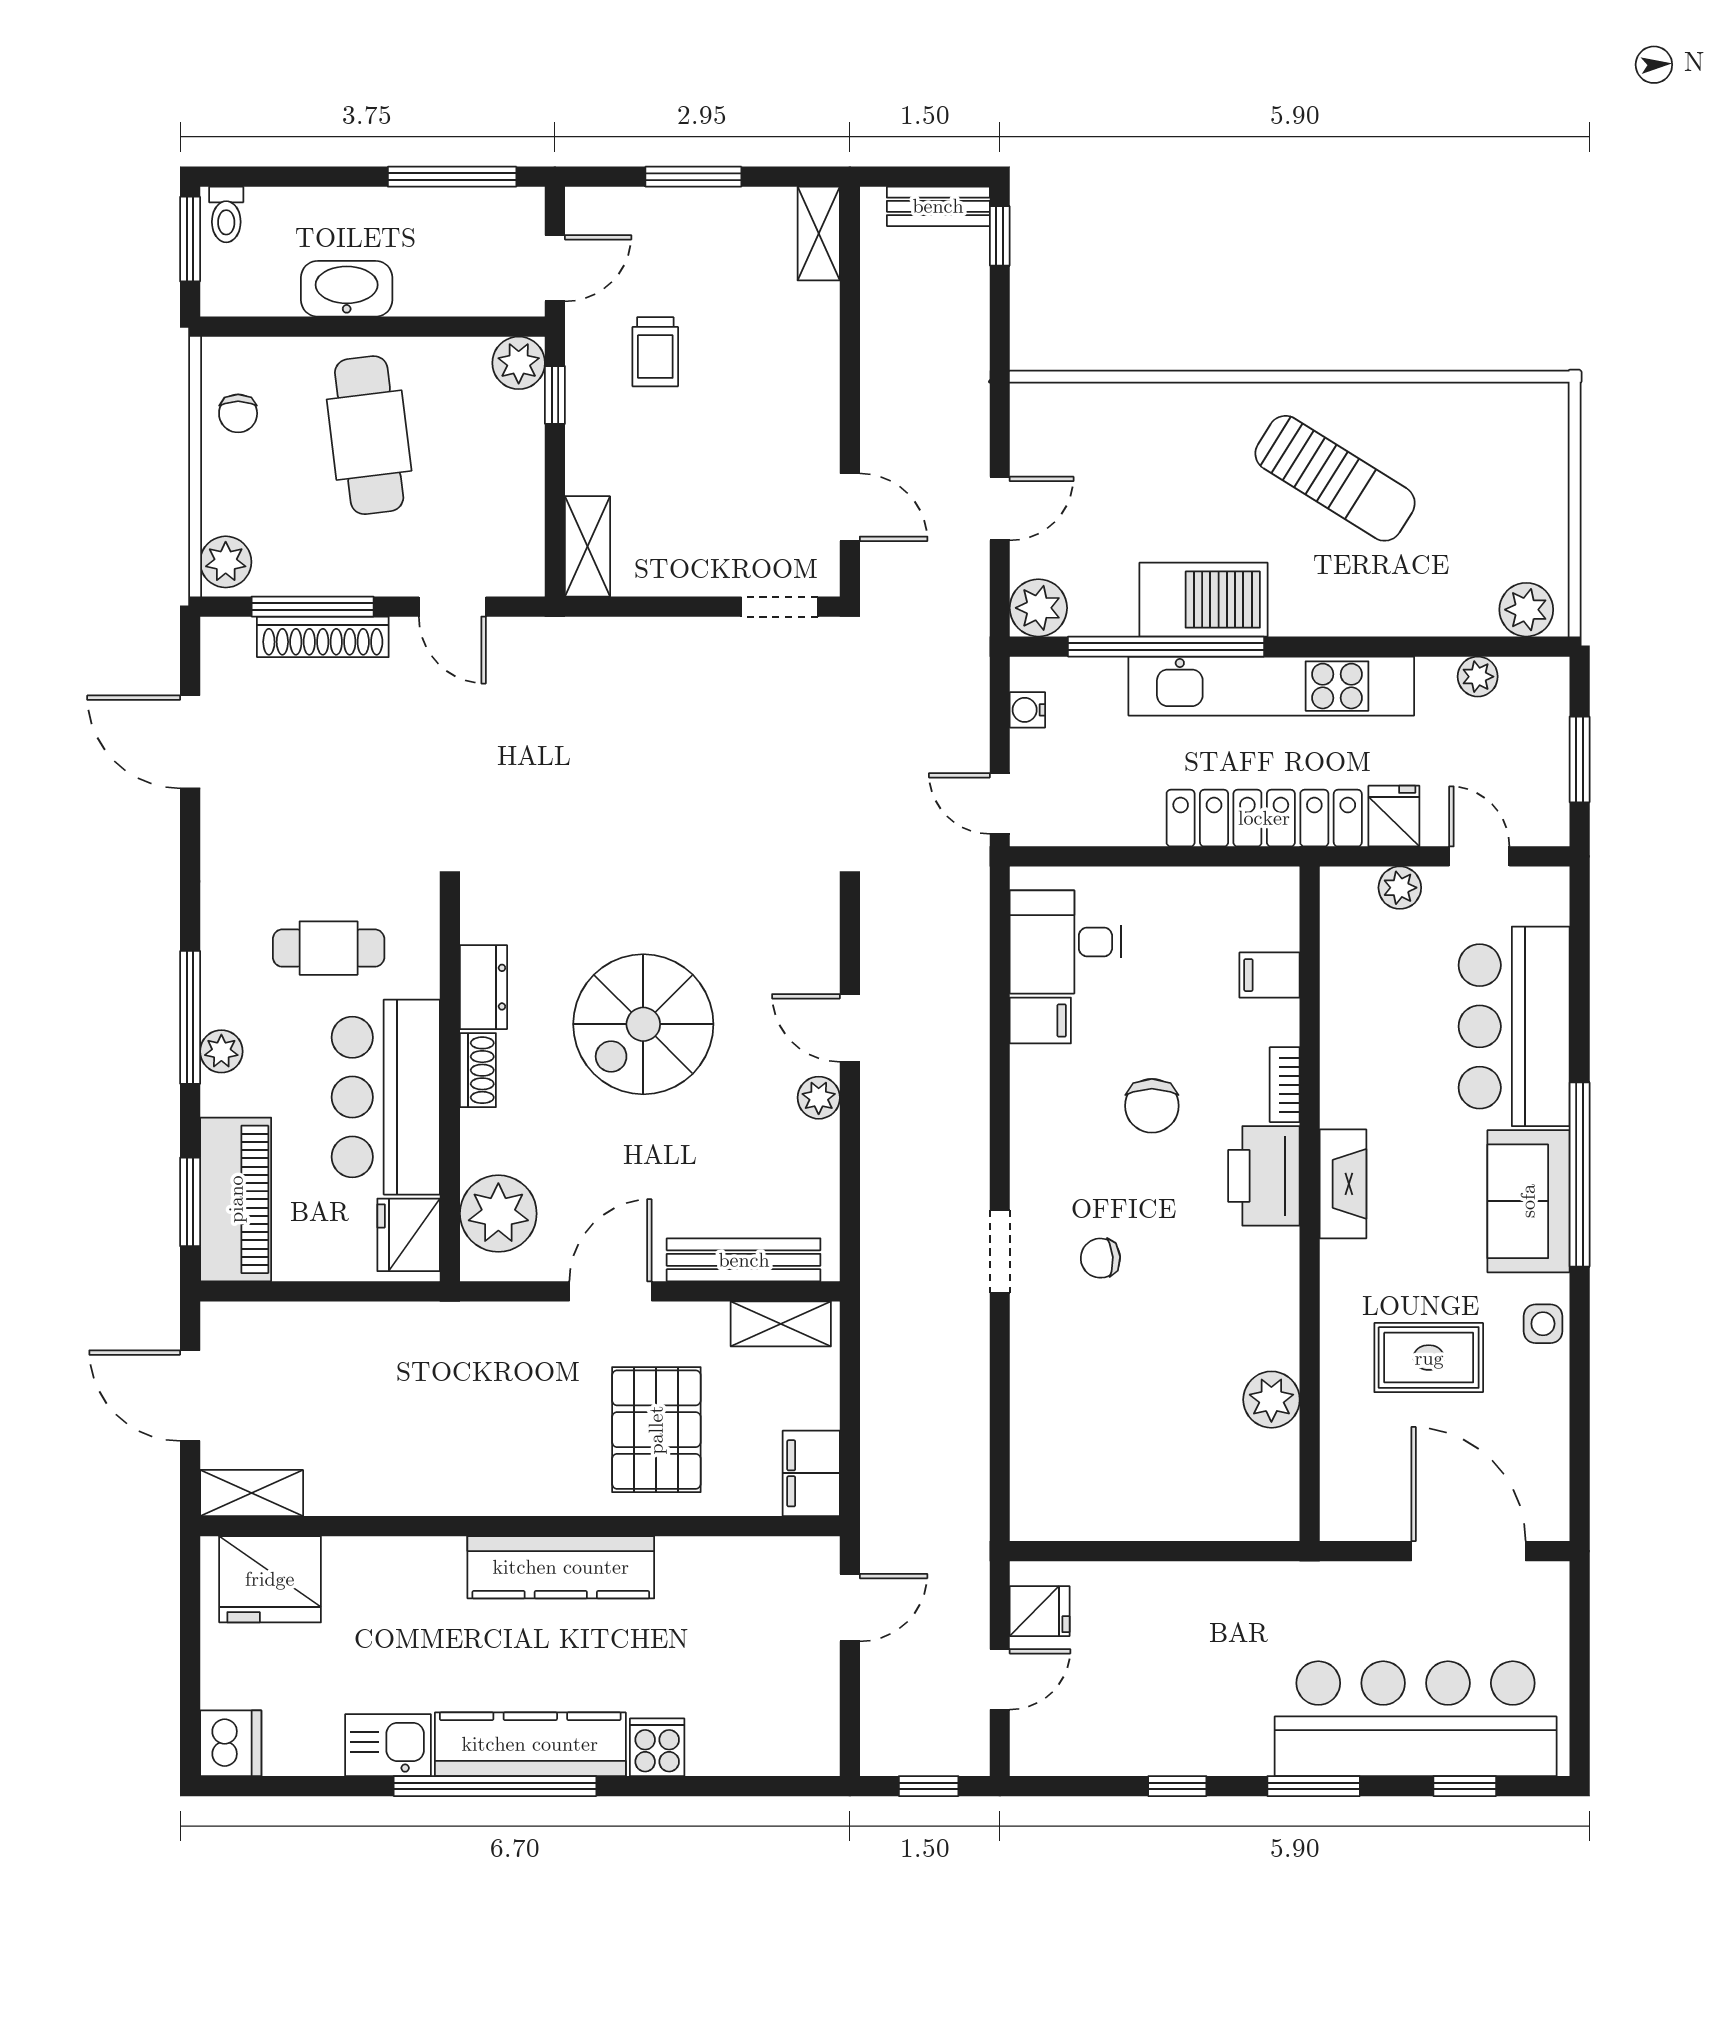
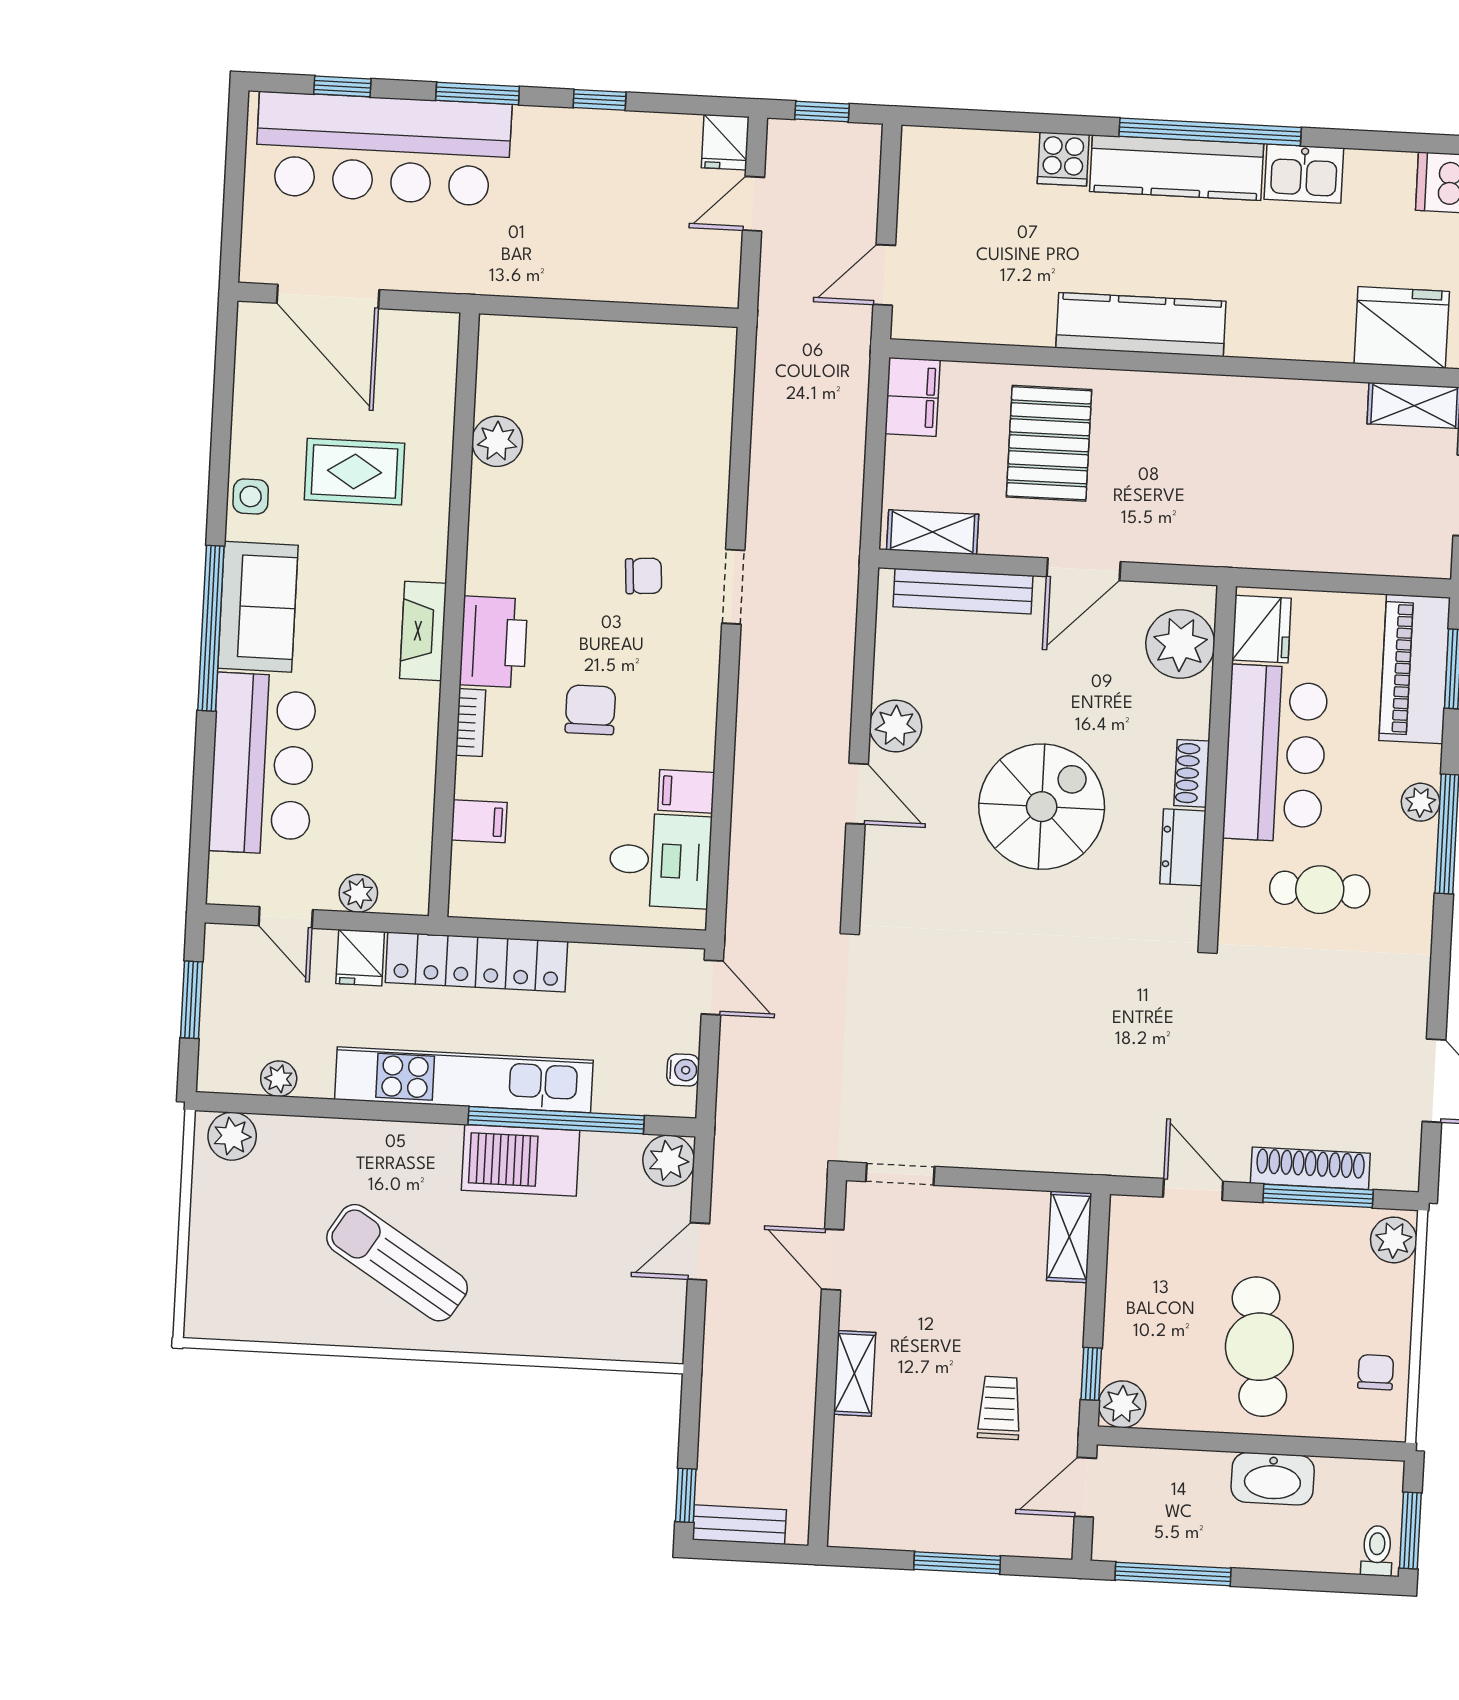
shelving: (819, 234) -> (855, 1373), moved
plant: (819, 1098) -> (896, 726), width x1.38, depth x1.38
fridge: (1040, 1611) -> (725, 142), moved, turned -90

